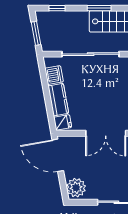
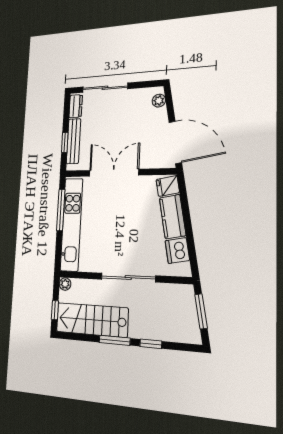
window: (57, 8) -> (151, 344), moved
sliding door: (91, 54) -> (128, 278), width x0.73
plant: (76, 188) -> (159, 101), width x0.53, depth x0.53

